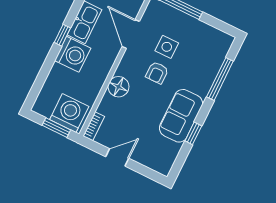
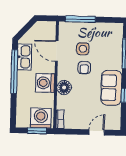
window: (62, 35) -> (14, 71), width x3.17
washing machine: (73, 54) -> (45, 83), moved, turned 180
door: (117, 157) -> (97, 132), moved

